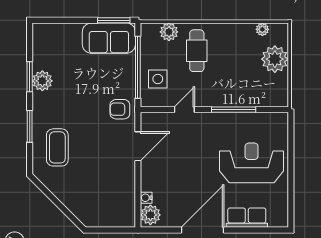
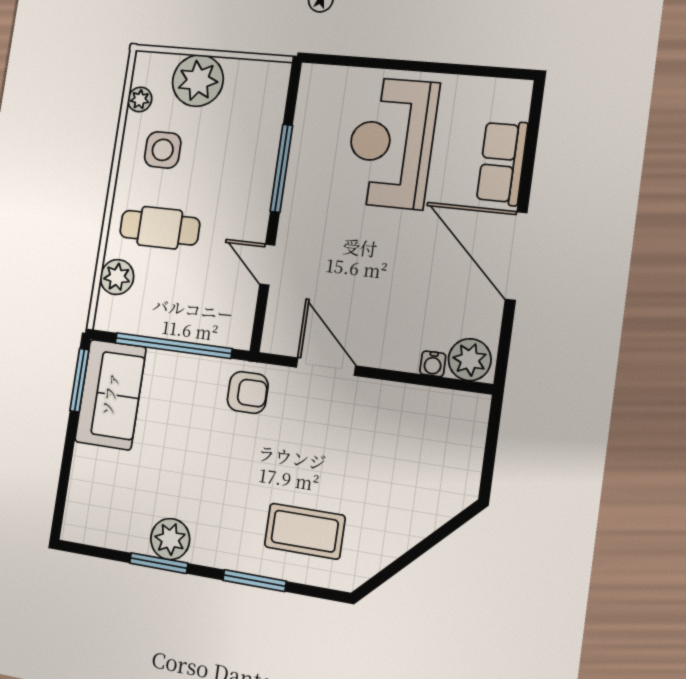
side table: (158, 79) -> (163, 150), moved
armchair: (120, 109) -> (248, 392), turned -90

